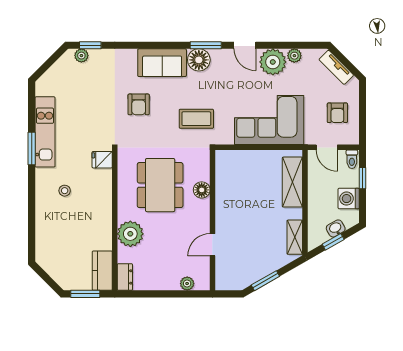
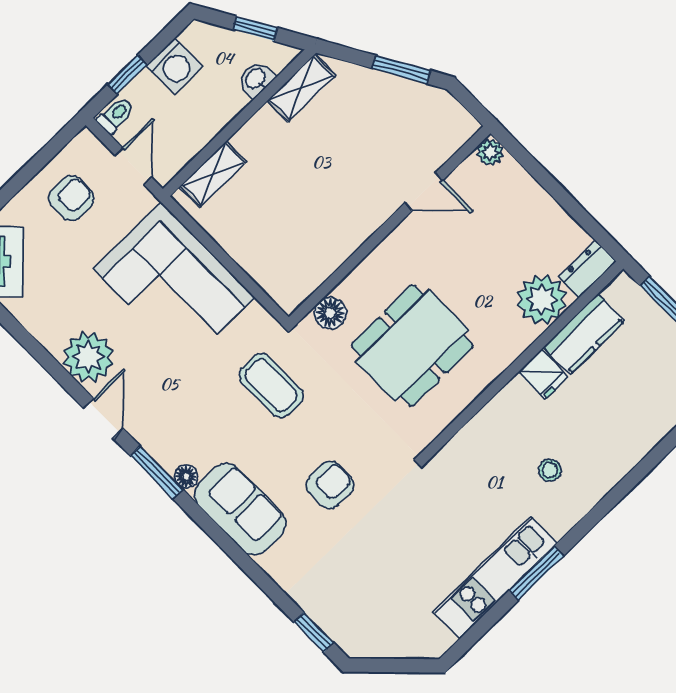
plant: (81, 56) -> (340, 631), removed
plant: (294, 56) -> (50, 336), removed
floor lamp: (199, 60) -> (186, 477), width x0.53, depth x0.53
fridge: (102, 160) -> (543, 375), moved
shelving: (292, 182) -> (213, 174), width x0.67, depth x0.75
floor lamp: (202, 190) -> (330, 313), moved
washbasin: (336, 228) -> (256, 79), moved, turned 120
plant: (130, 234) -> (542, 299), moved
kitchen counter: (102, 271) -> (584, 334), moved
plant: (187, 284) -> (490, 152), moved

